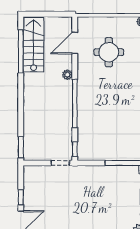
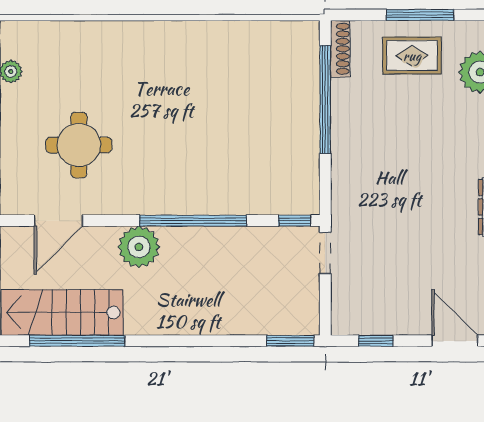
door: (75, 43) -> (58, 221), hinge flipped
plant: (67, 75) -> (139, 247), width x1.88, depth x1.88
window: (21, 197) -> (376, 341), moved

